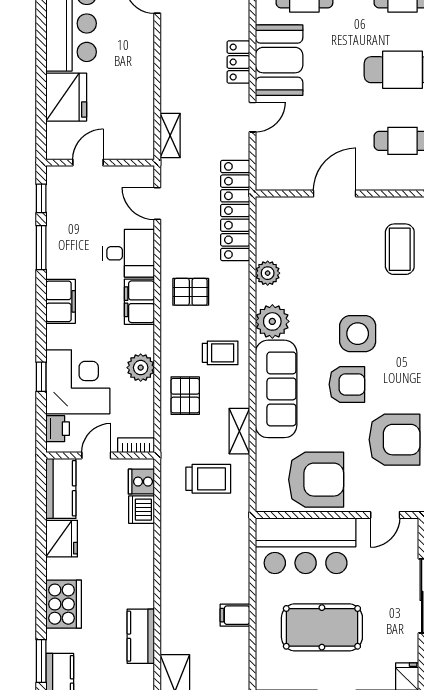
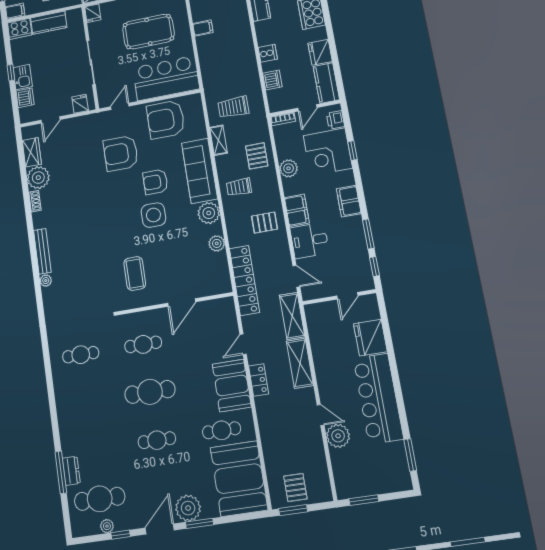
shelving: (174, 77) -> (300, 363), added
shelving: (170, 135) -> (292, 316), width x1.50, depth x1.33
cooker: (141, 482) -> (268, 53), moved

